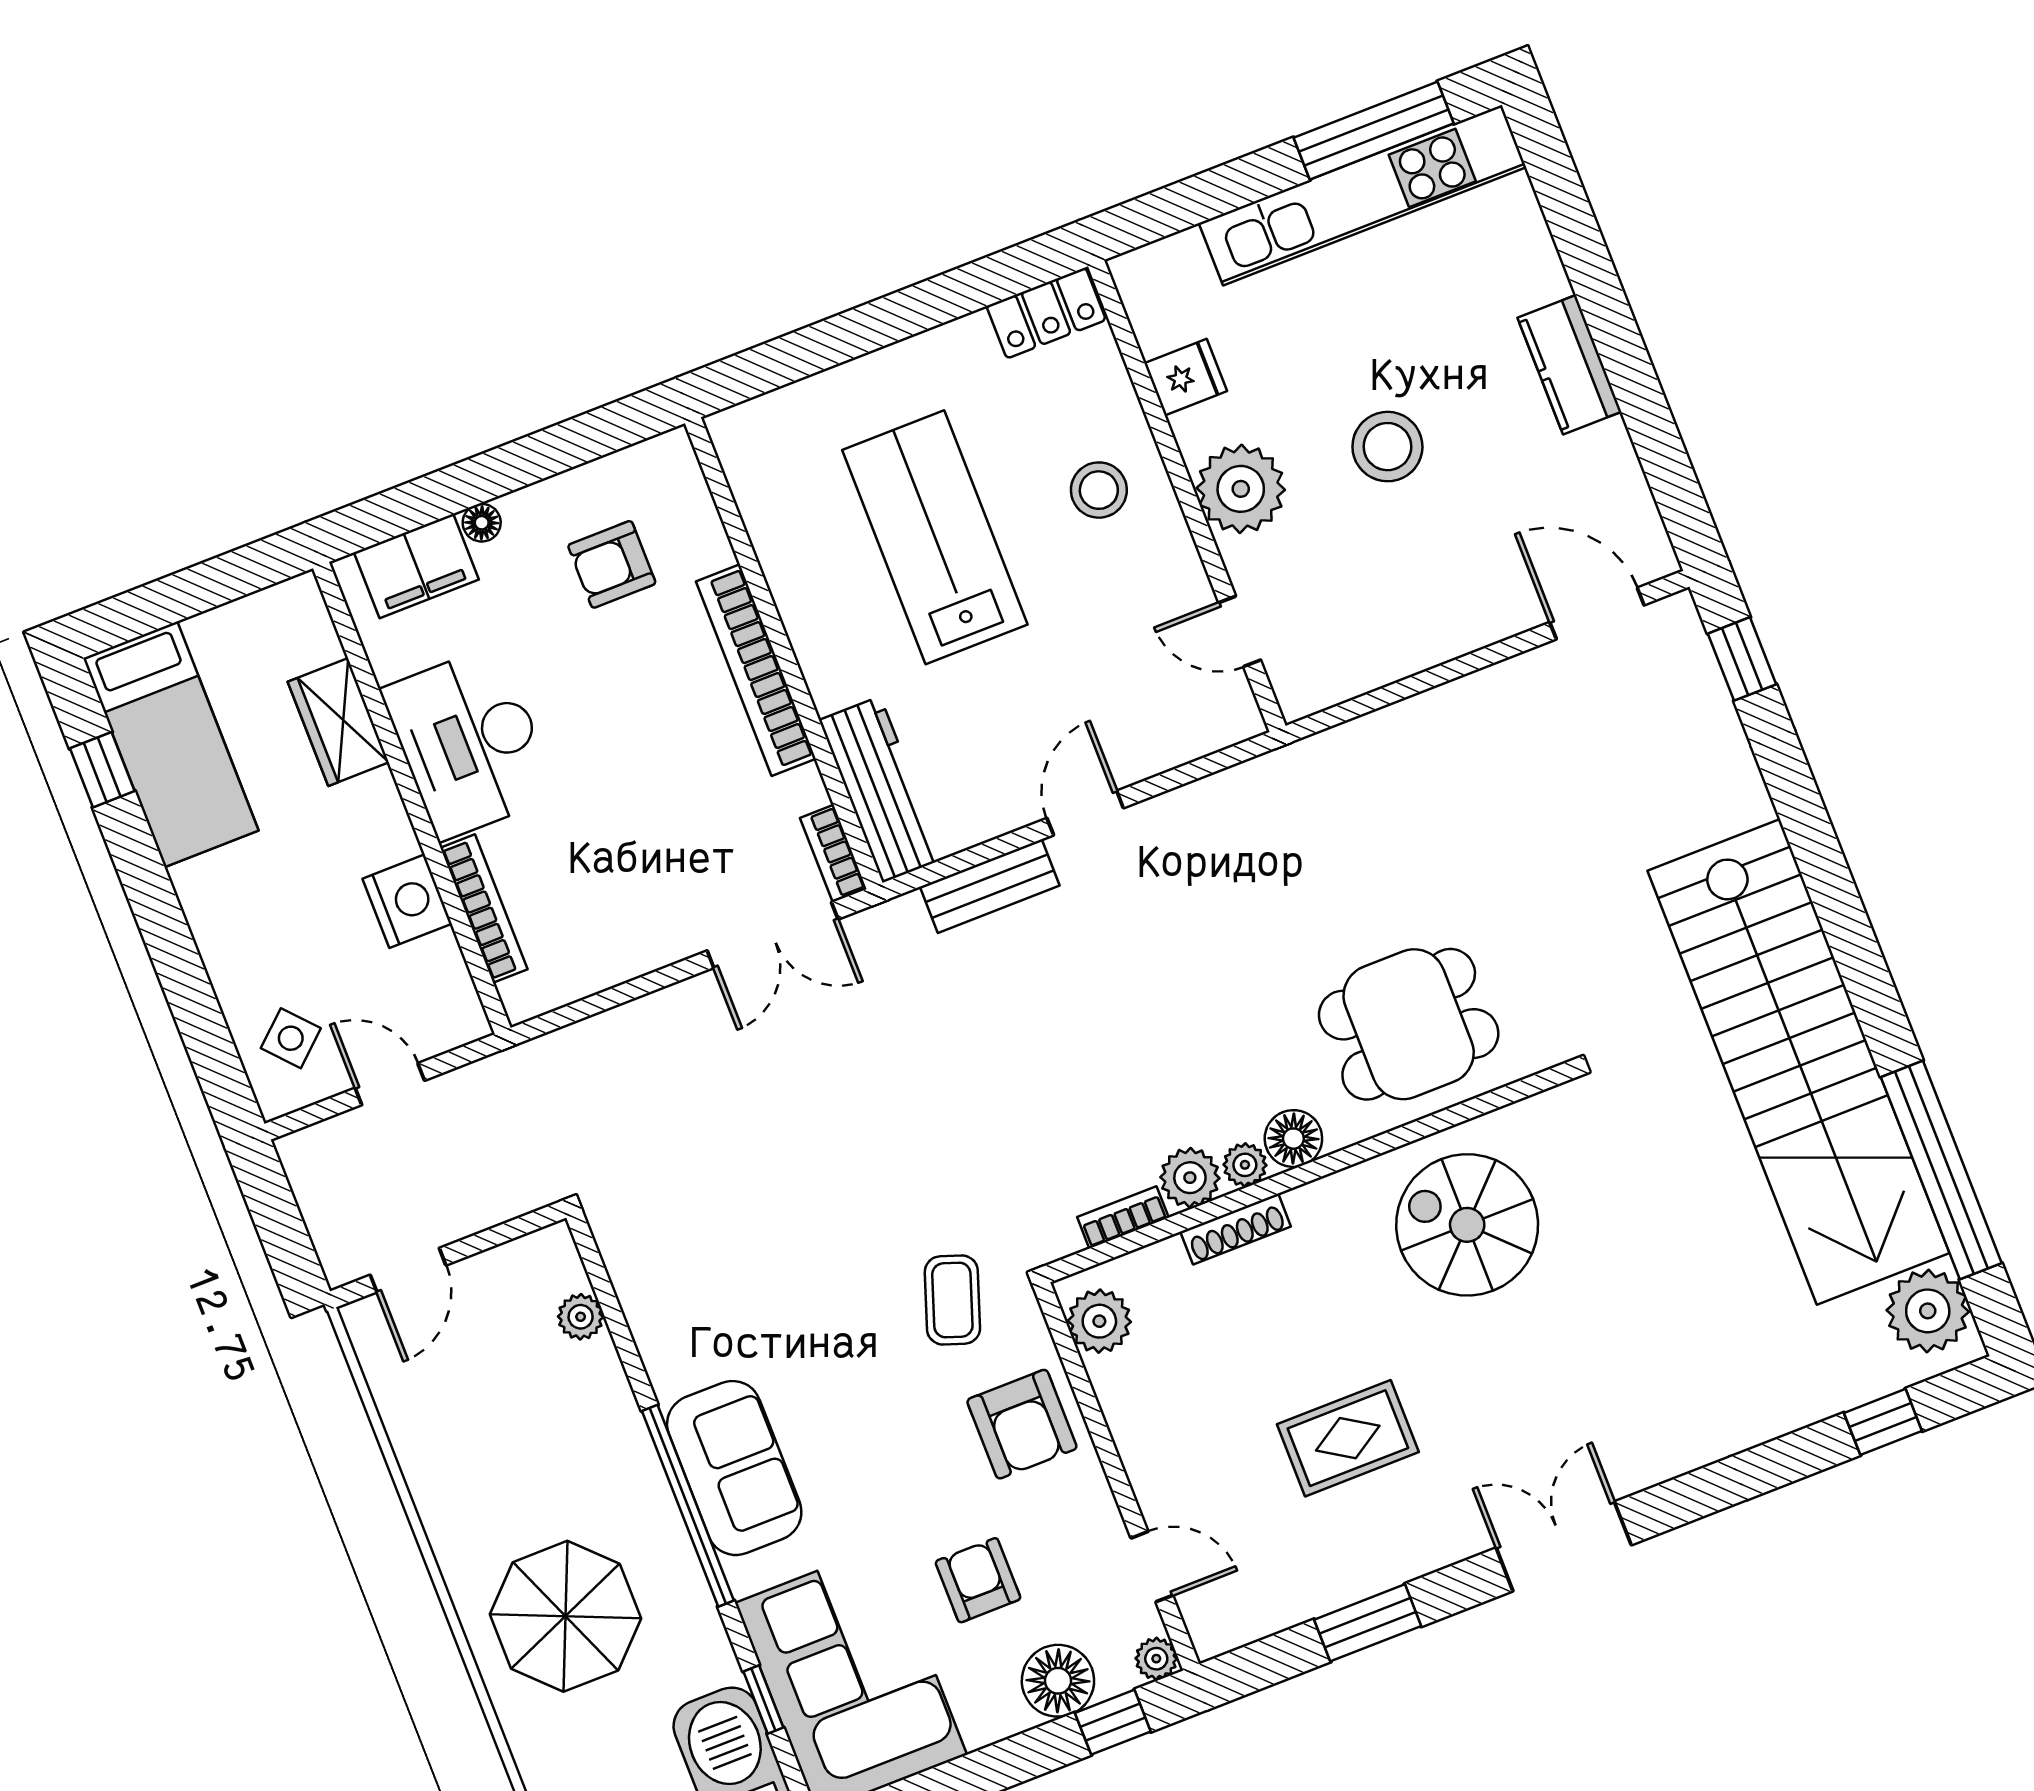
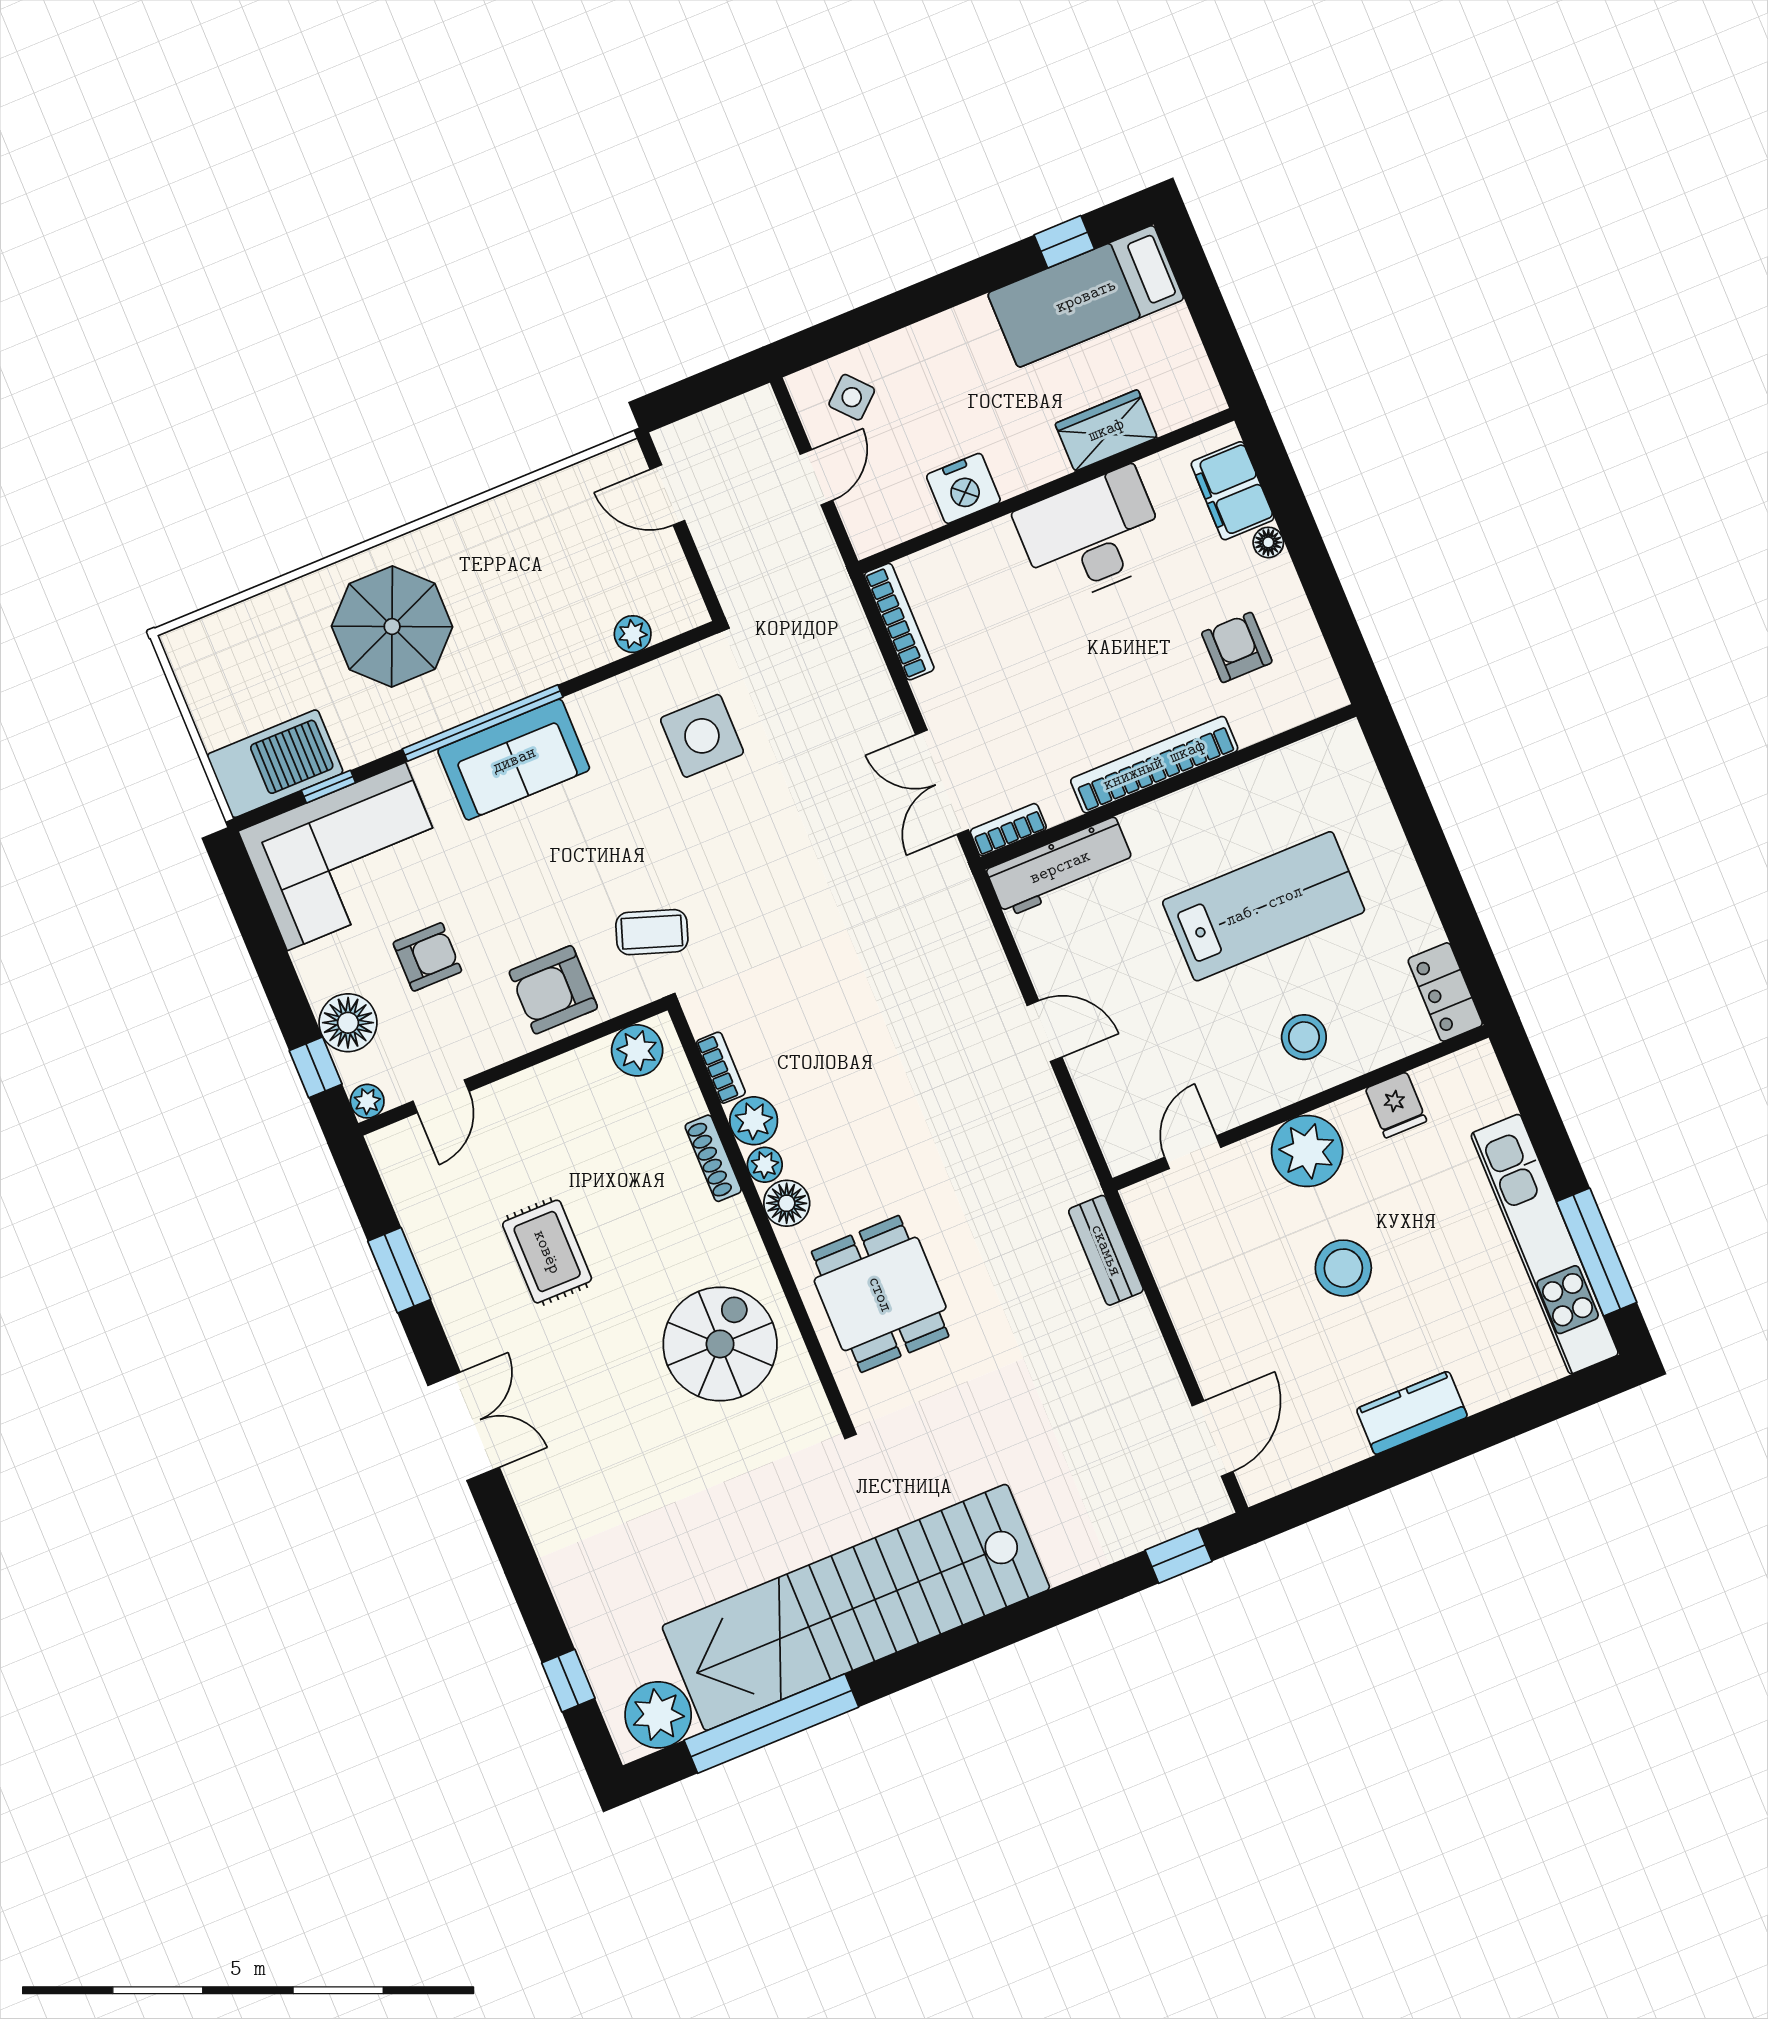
bench: (990, 886) -> (1106, 1250), moved
bookcase: (484, 909) -> (899, 622), moved, turned -90
side table: (709, 1233) -> (702, 736), added

